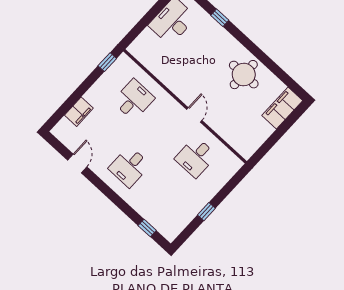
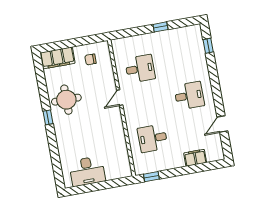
window: (220, 18) -> (48, 117), moved
chair: (250, 130) -> (91, 59), added

